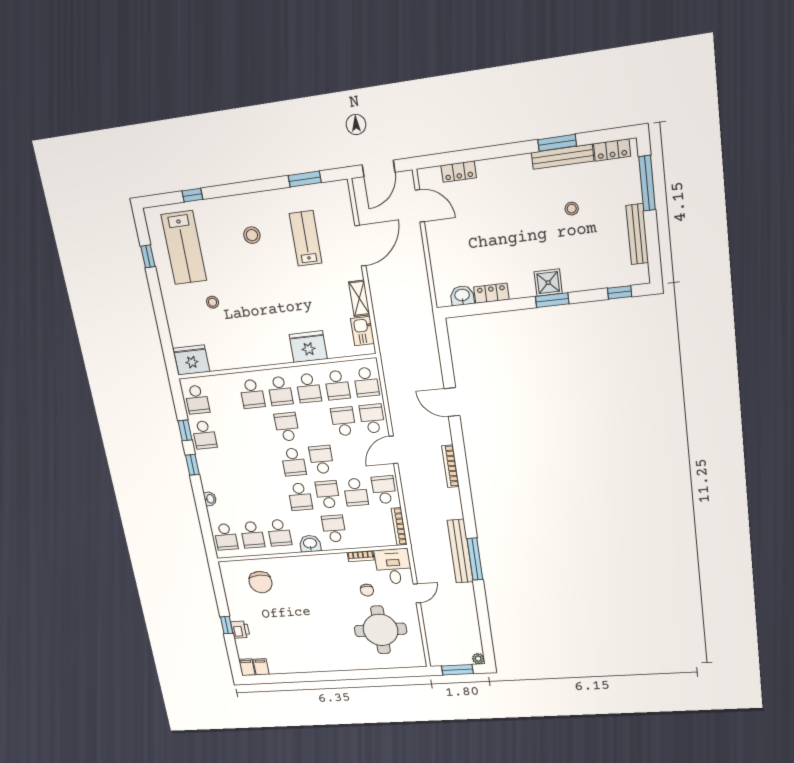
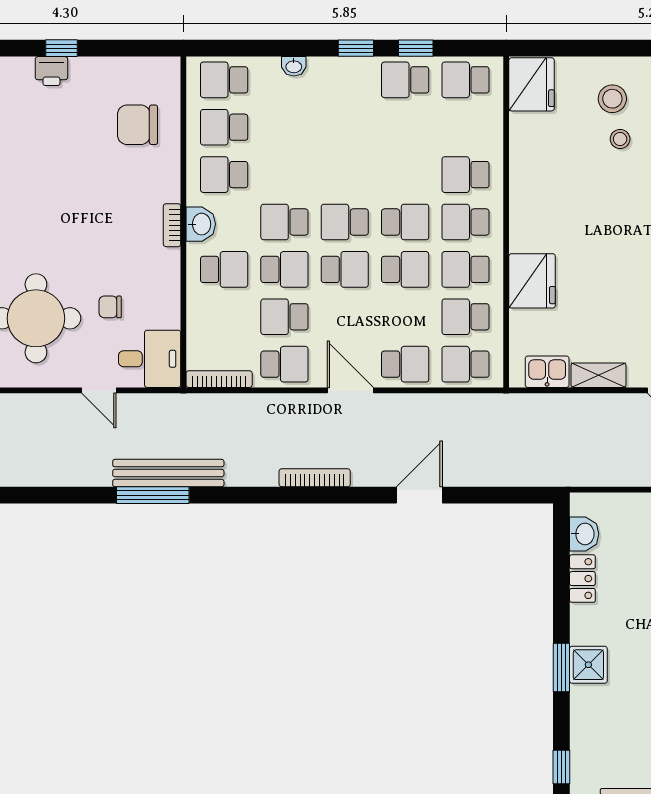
stool: (190, 310) -> (612, 99), added
school desk: (343, 421) -> (405, 269), moved
bookcase: (361, 556) -> (172, 225), moved

